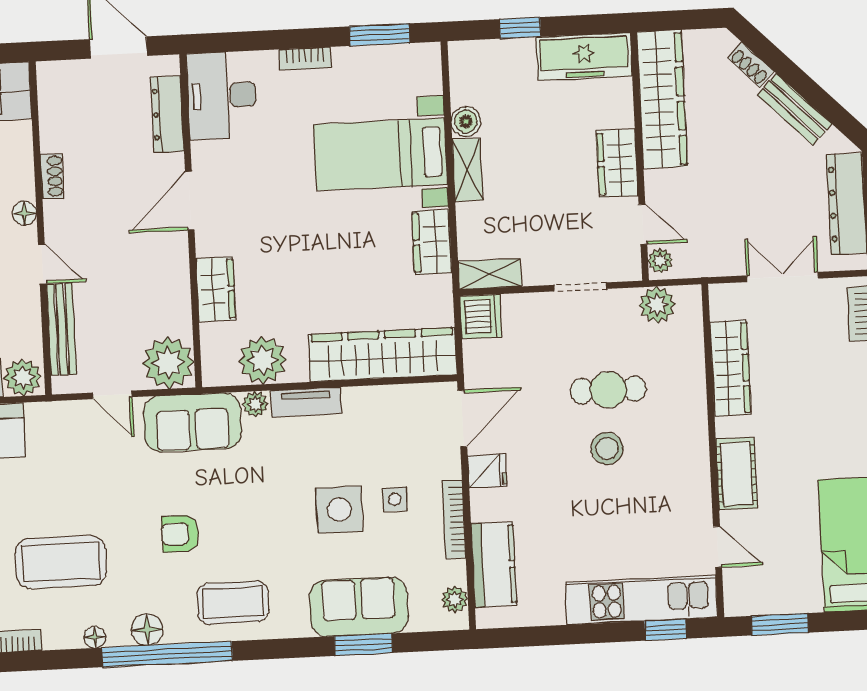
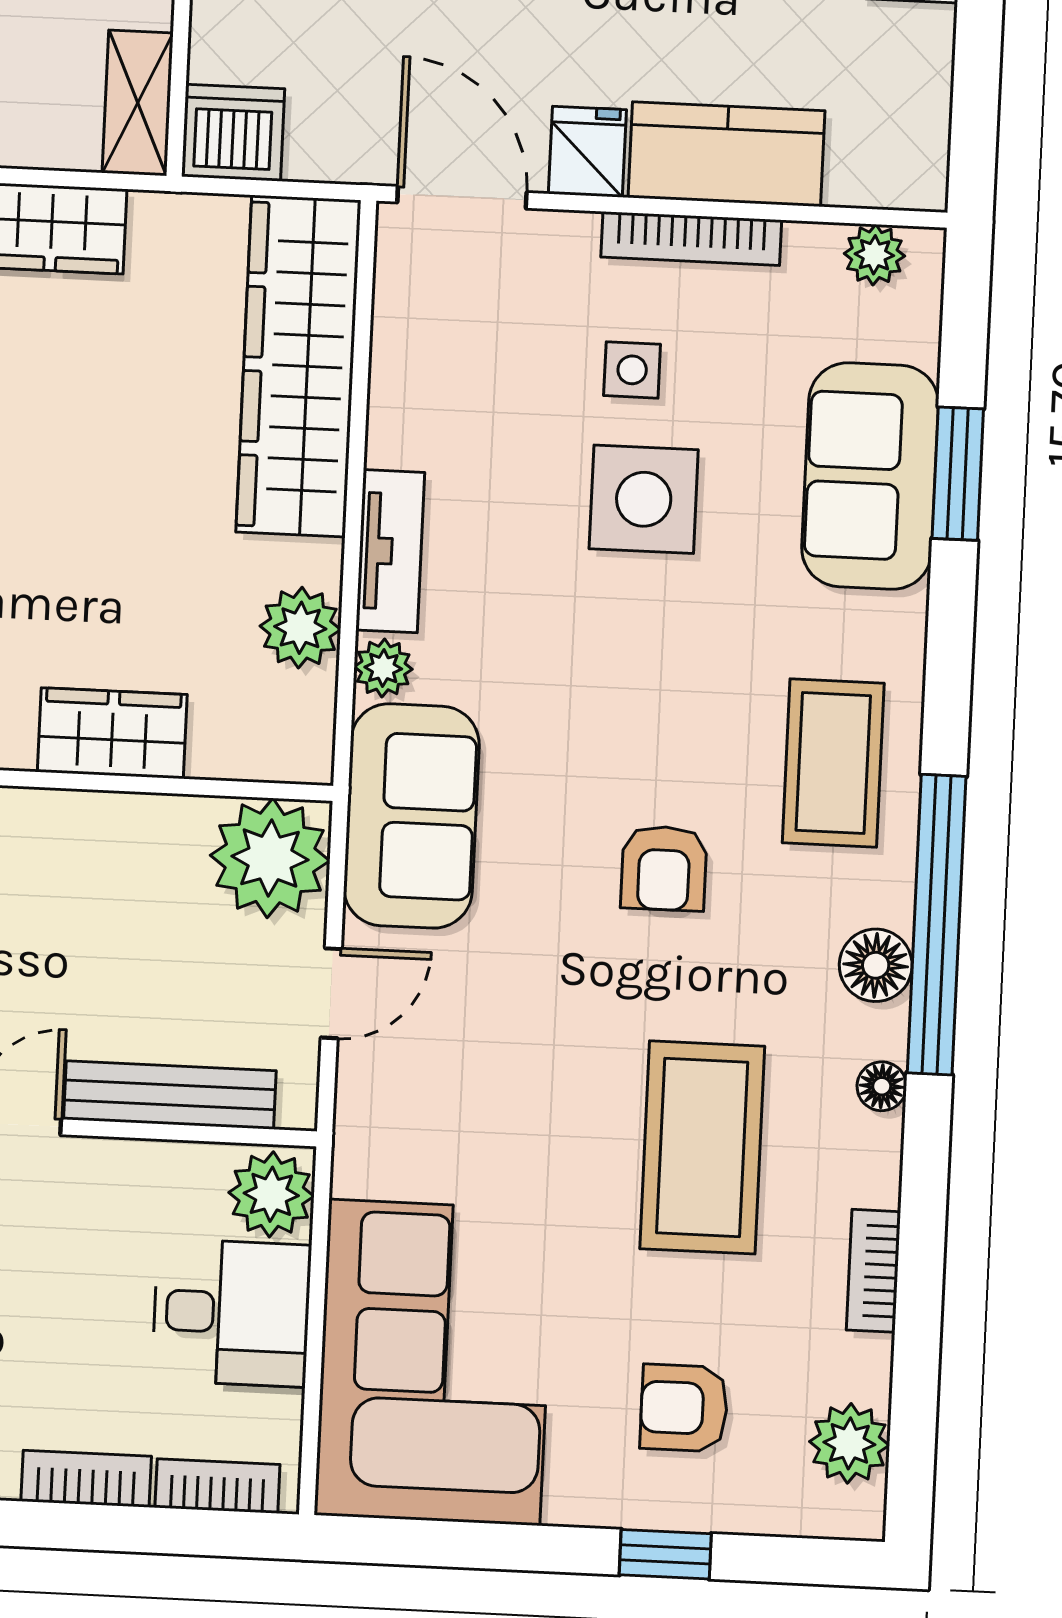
plant: (263, 360) -> (300, 628), width x0.73, depth x0.73
kitchen counter: (494, 565) -> (727, 154), moved

